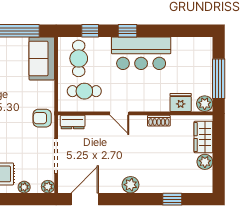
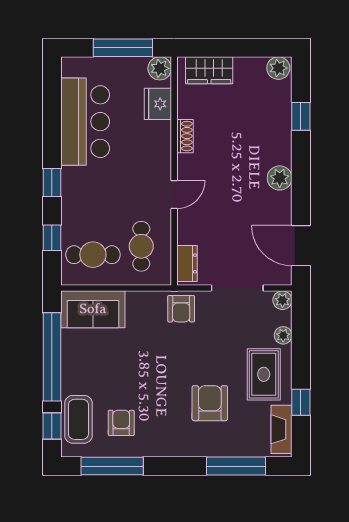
bar counter: (141, 53) -> (85, 122), moved
plant: (205, 162) -> (278, 68), moved

